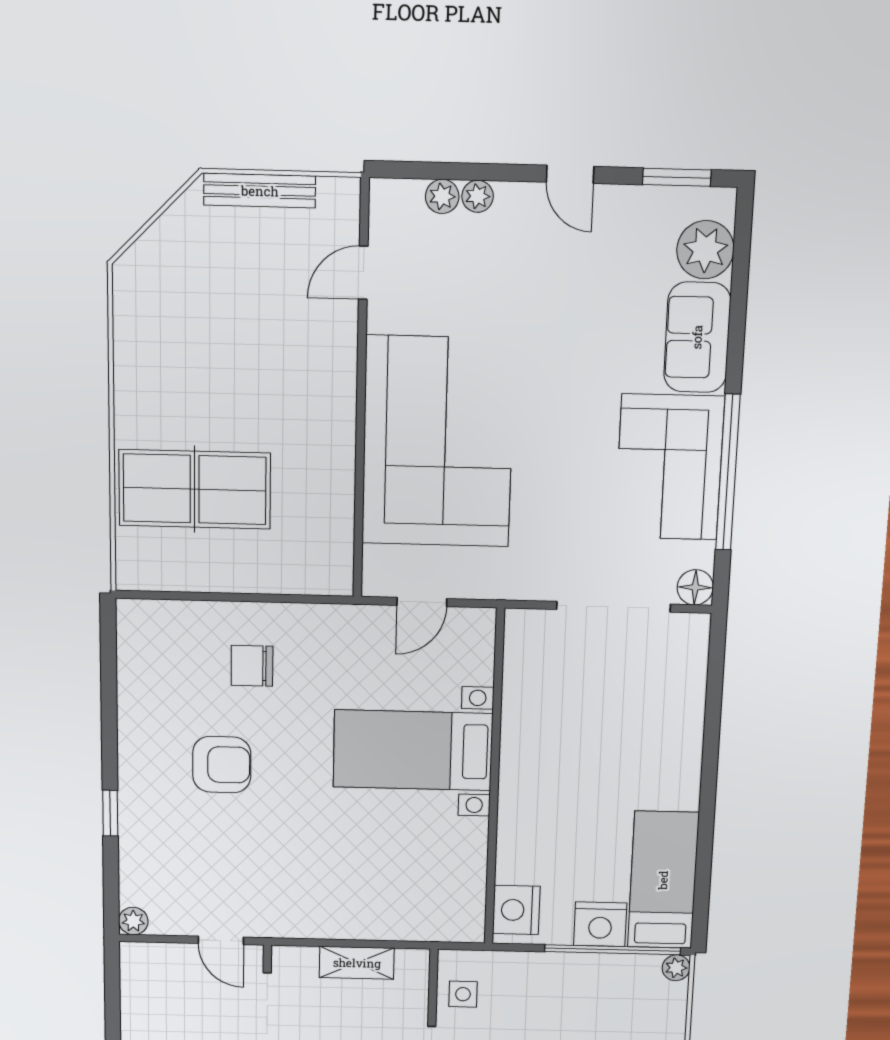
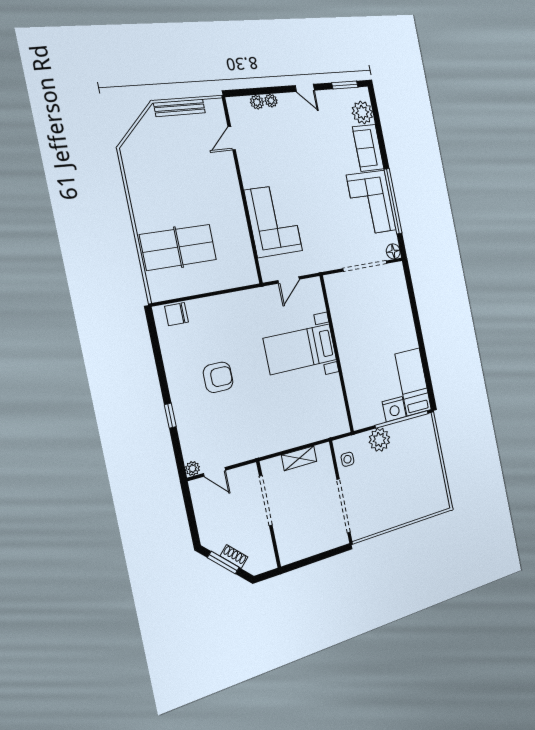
corner sofa: (438, 442) -> (273, 221), width x0.73, depth x0.74
chair: (252, 666) -> (177, 314), moved
nightstand: (516, 910) -> (360, 412), removed
door: (221, 940) -> (215, 472), moved
plant: (676, 968) -> (379, 440), moved, width x1.88, depth x1.88

